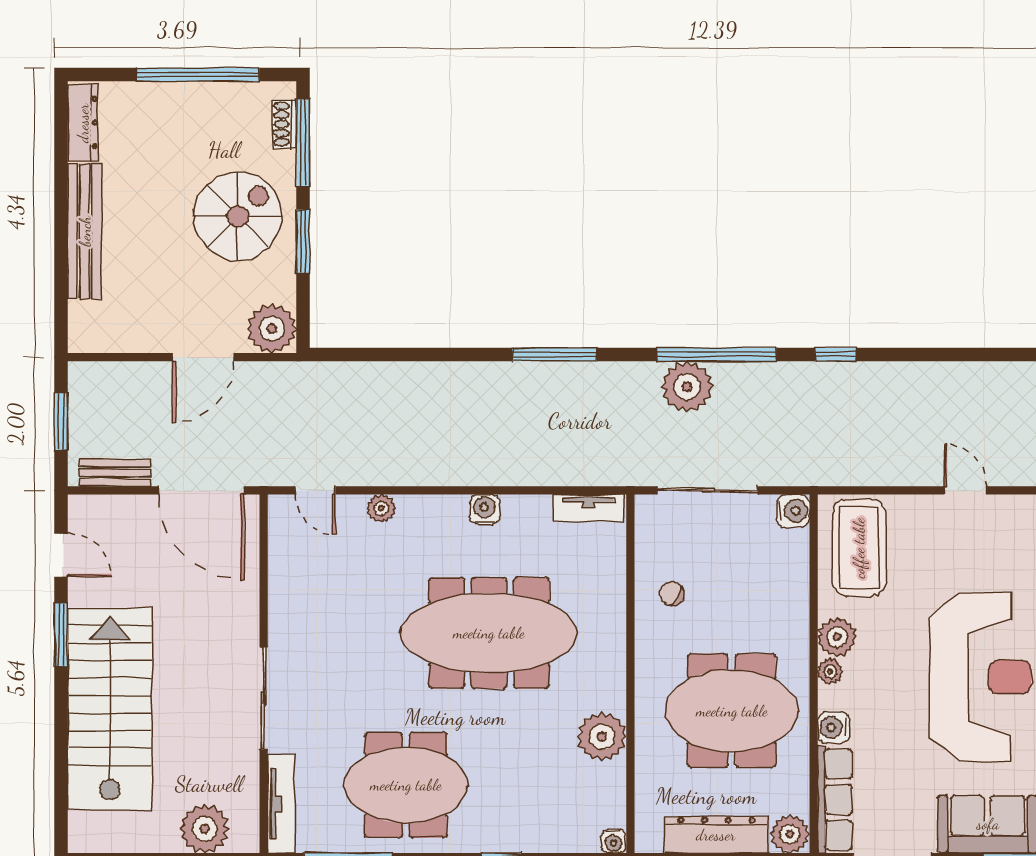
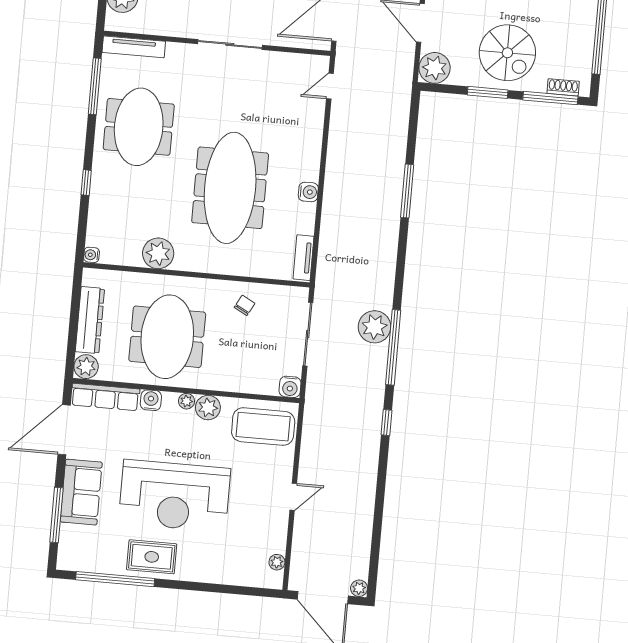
window: (555, 354) -> (407, 191), moved
plant: (381, 508) -> (315, 127), removed
sliding door: (264, 698) -> (230, 44), moved

